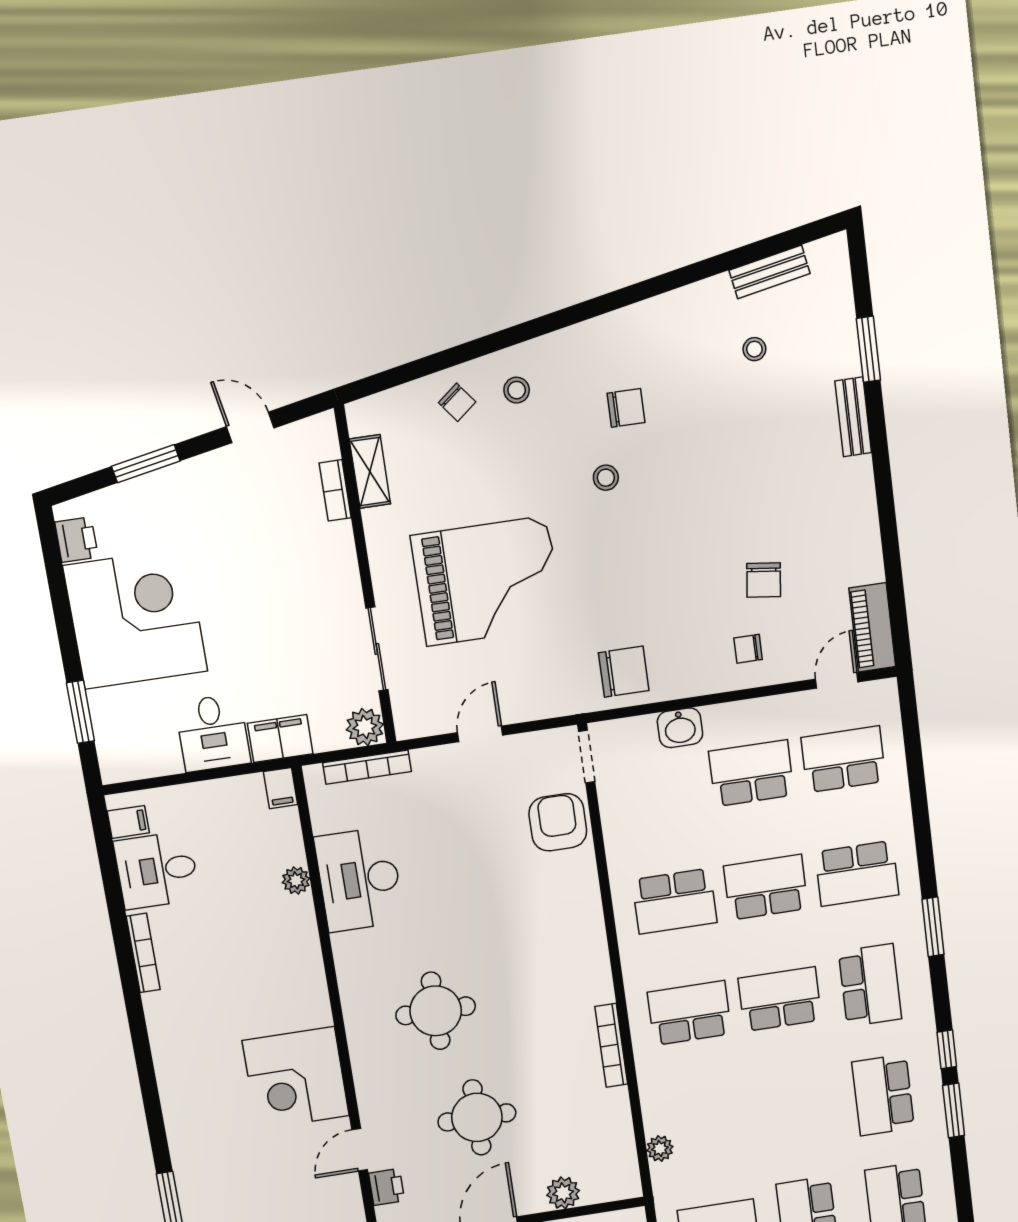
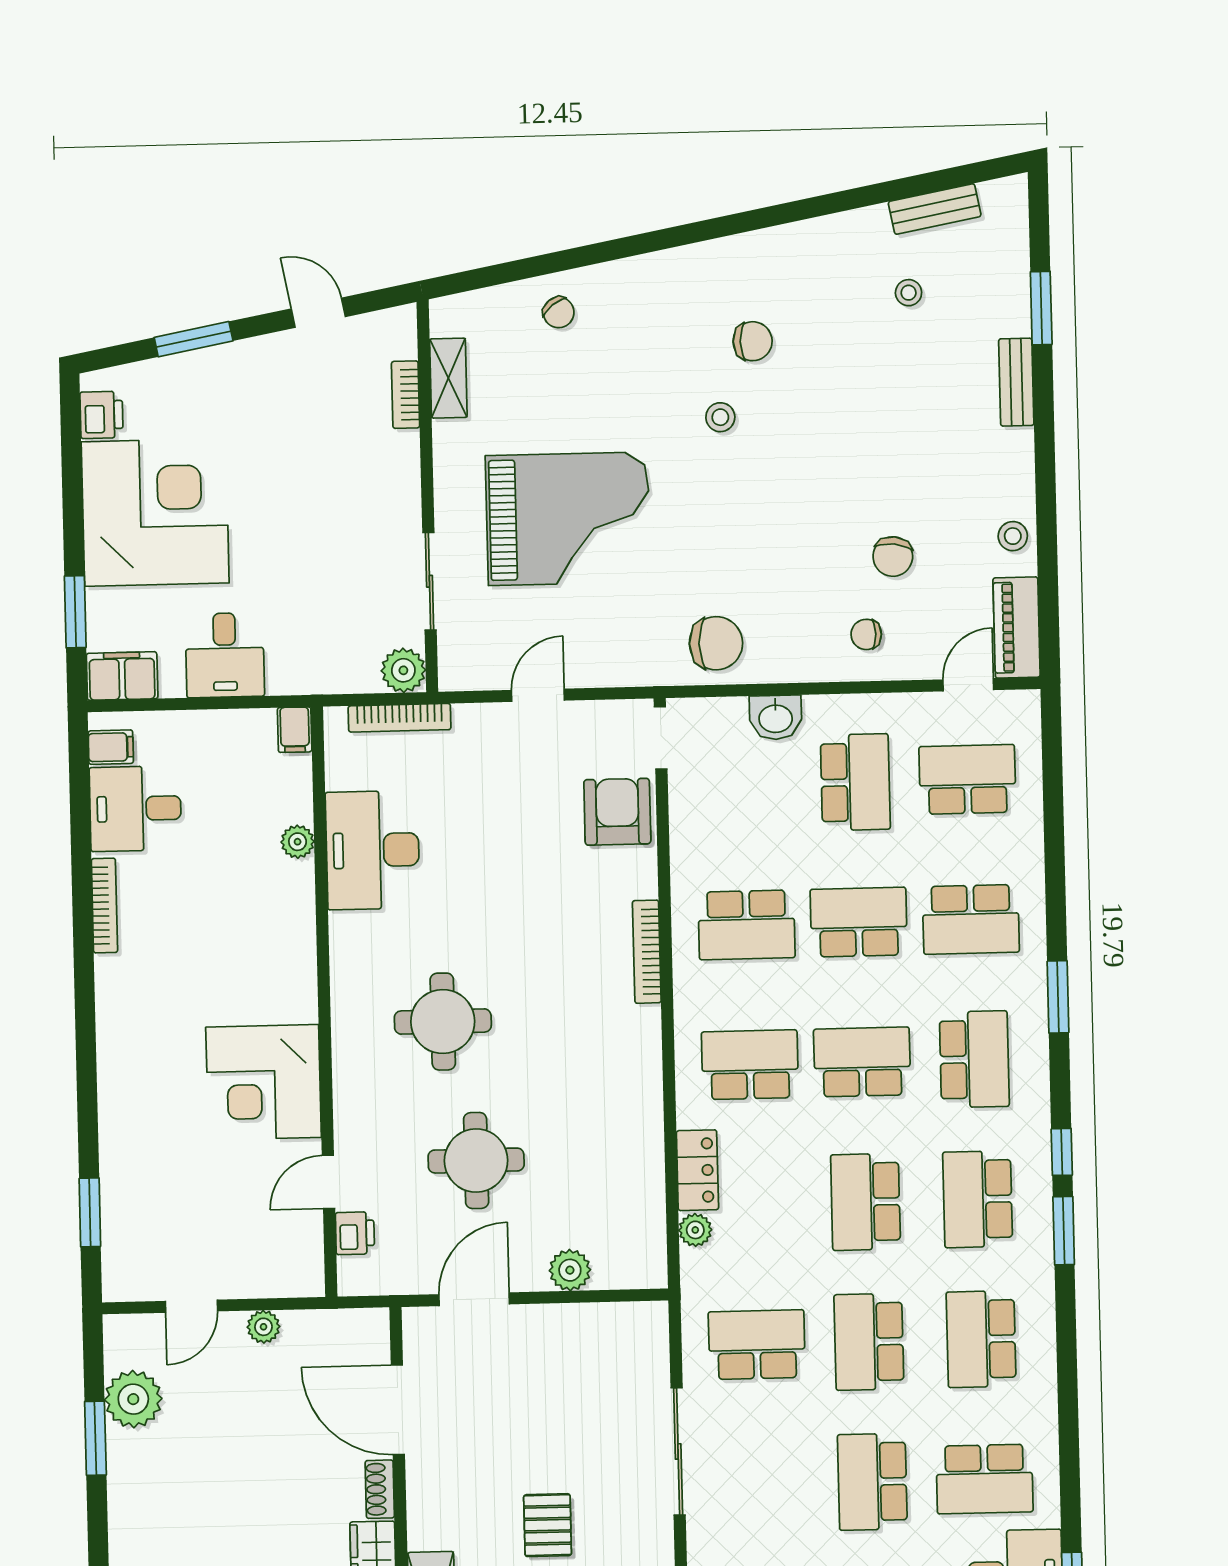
stool: (517, 390) -> (1013, 536), moved
filing cabinet: (280, 739) -> (122, 676), moved
school desk: (751, 773) -> (855, 782), turned 90
bookcase: (611, 1045) -> (647, 952), moved
locker: (656, 1102) -> (697, 1170), added
school desk: (794, 1109) -> (866, 1202), added

